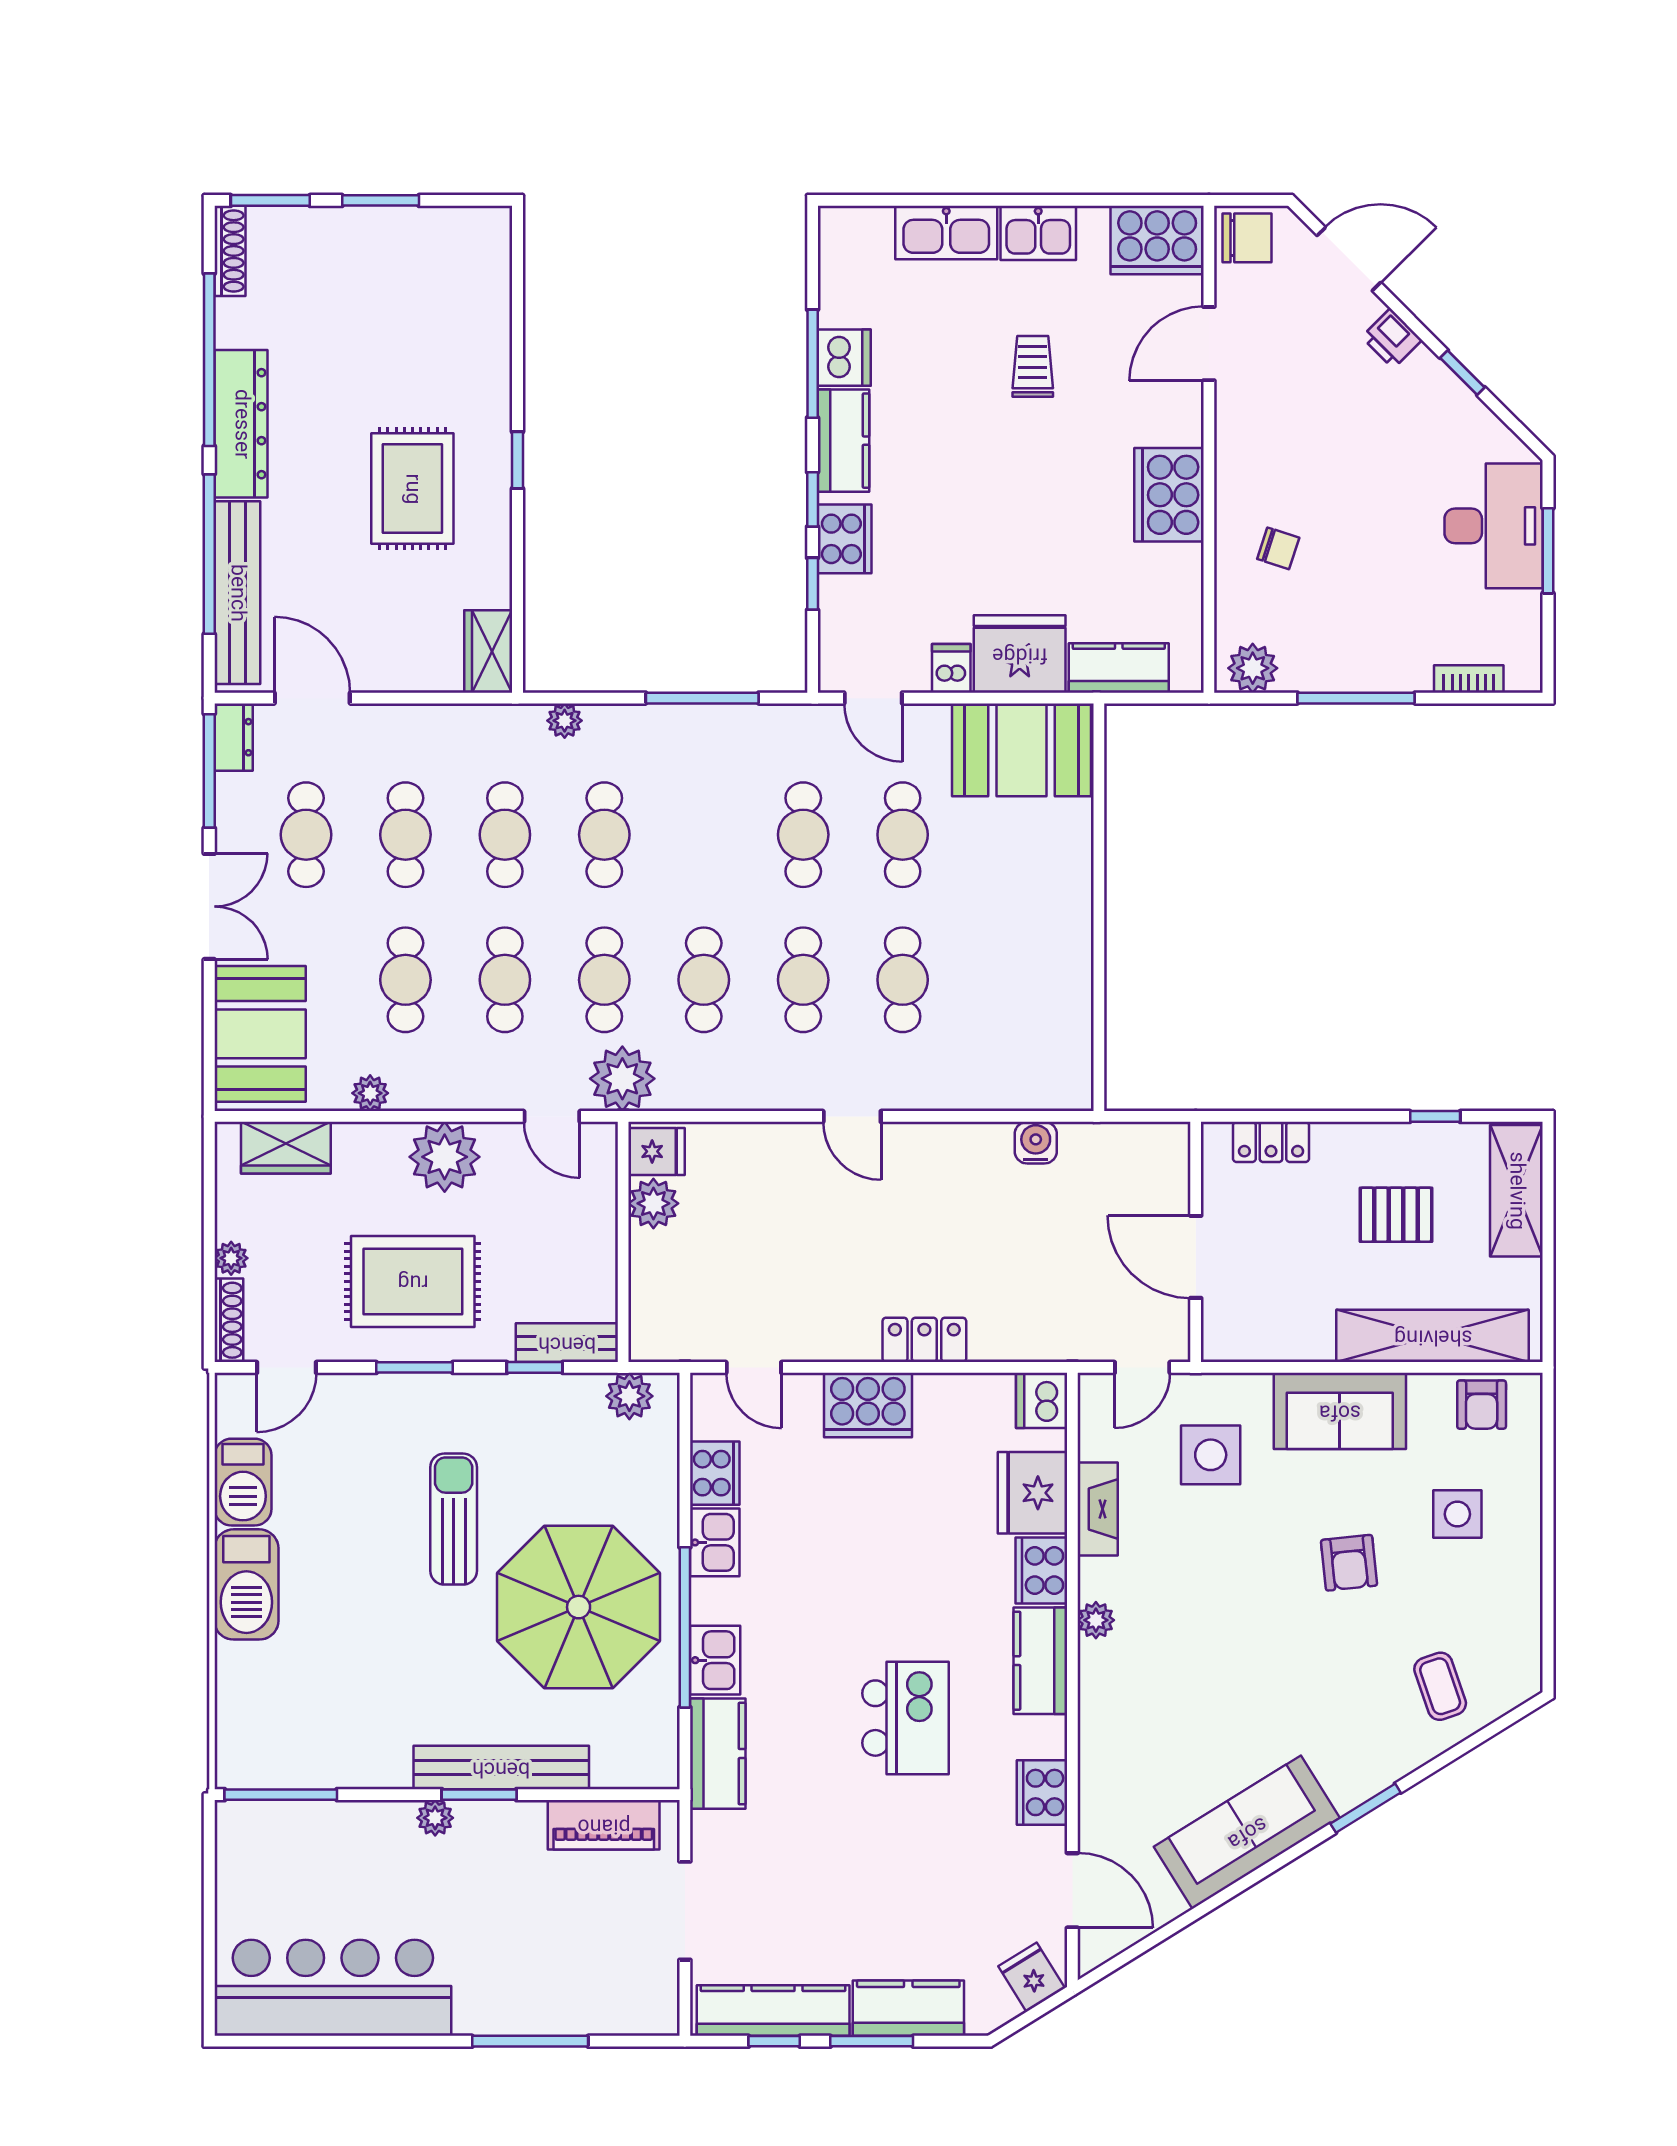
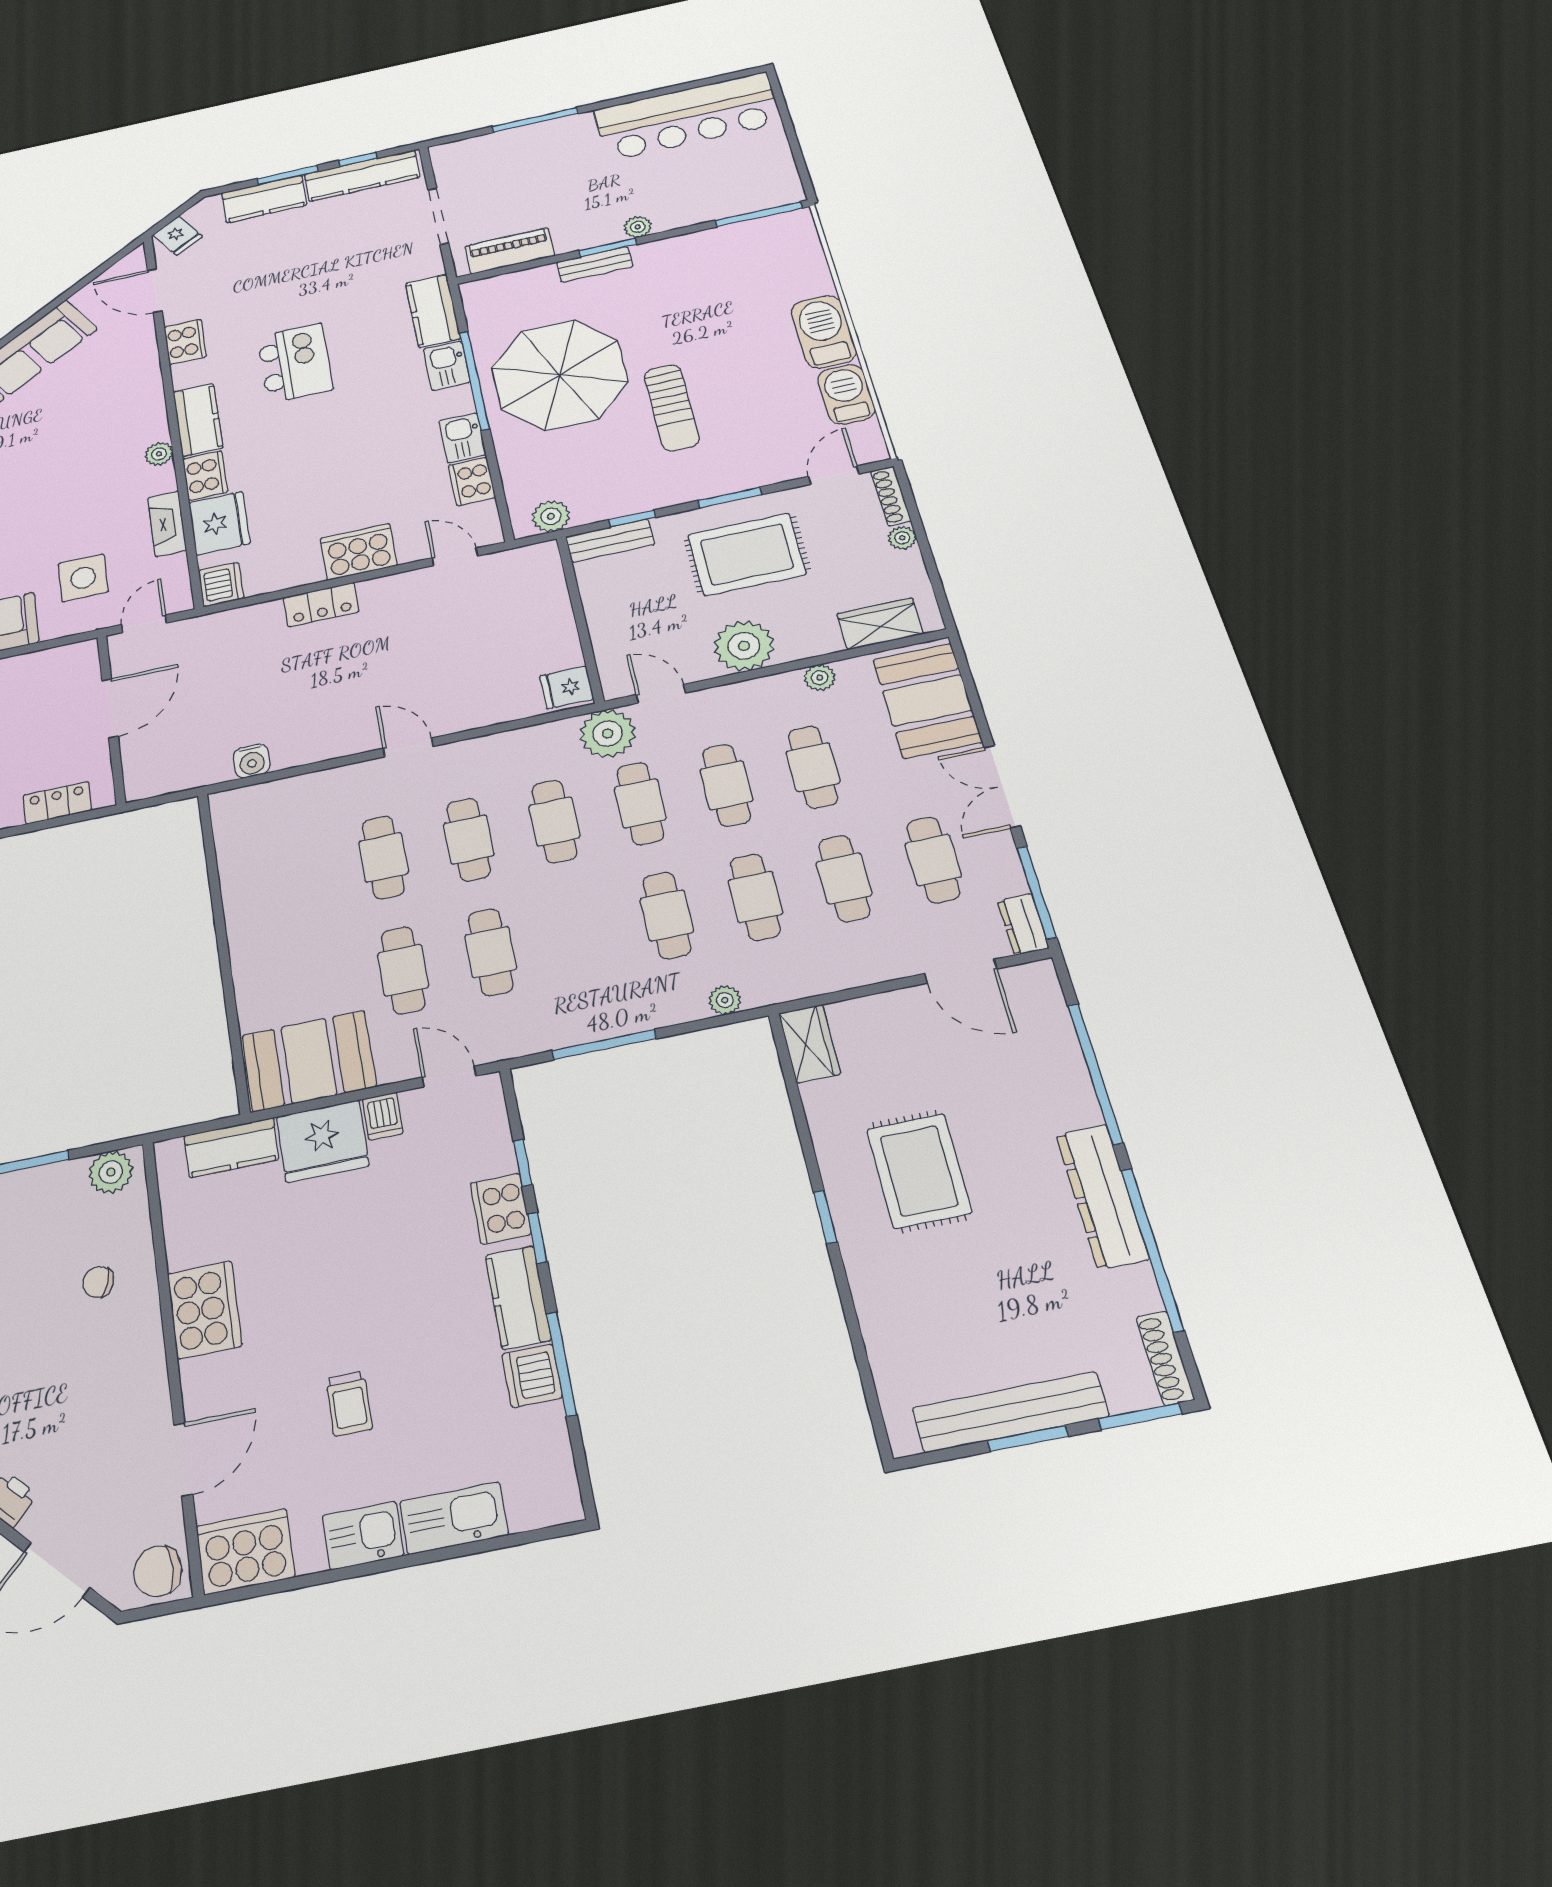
bench: (237, 593) -> (1010, 1412), moved, turned 90
plant: (653, 1203) -> (561, 650), removed
door: (1196, 1257) -> (110, 708), hinge flipped
kitchen island: (906, 1718) -> (295, 363), turned 180
bench: (501, 1768) -> (595, 264), width x0.54, depth x0.82

